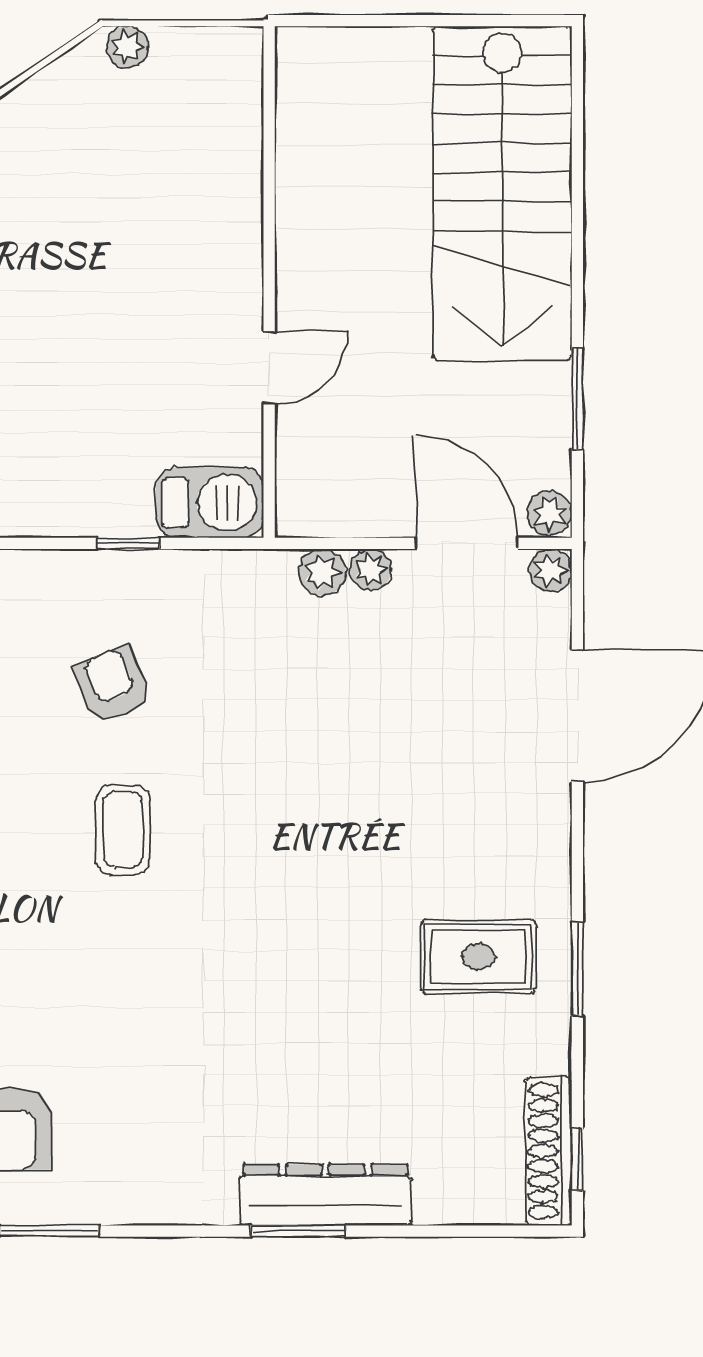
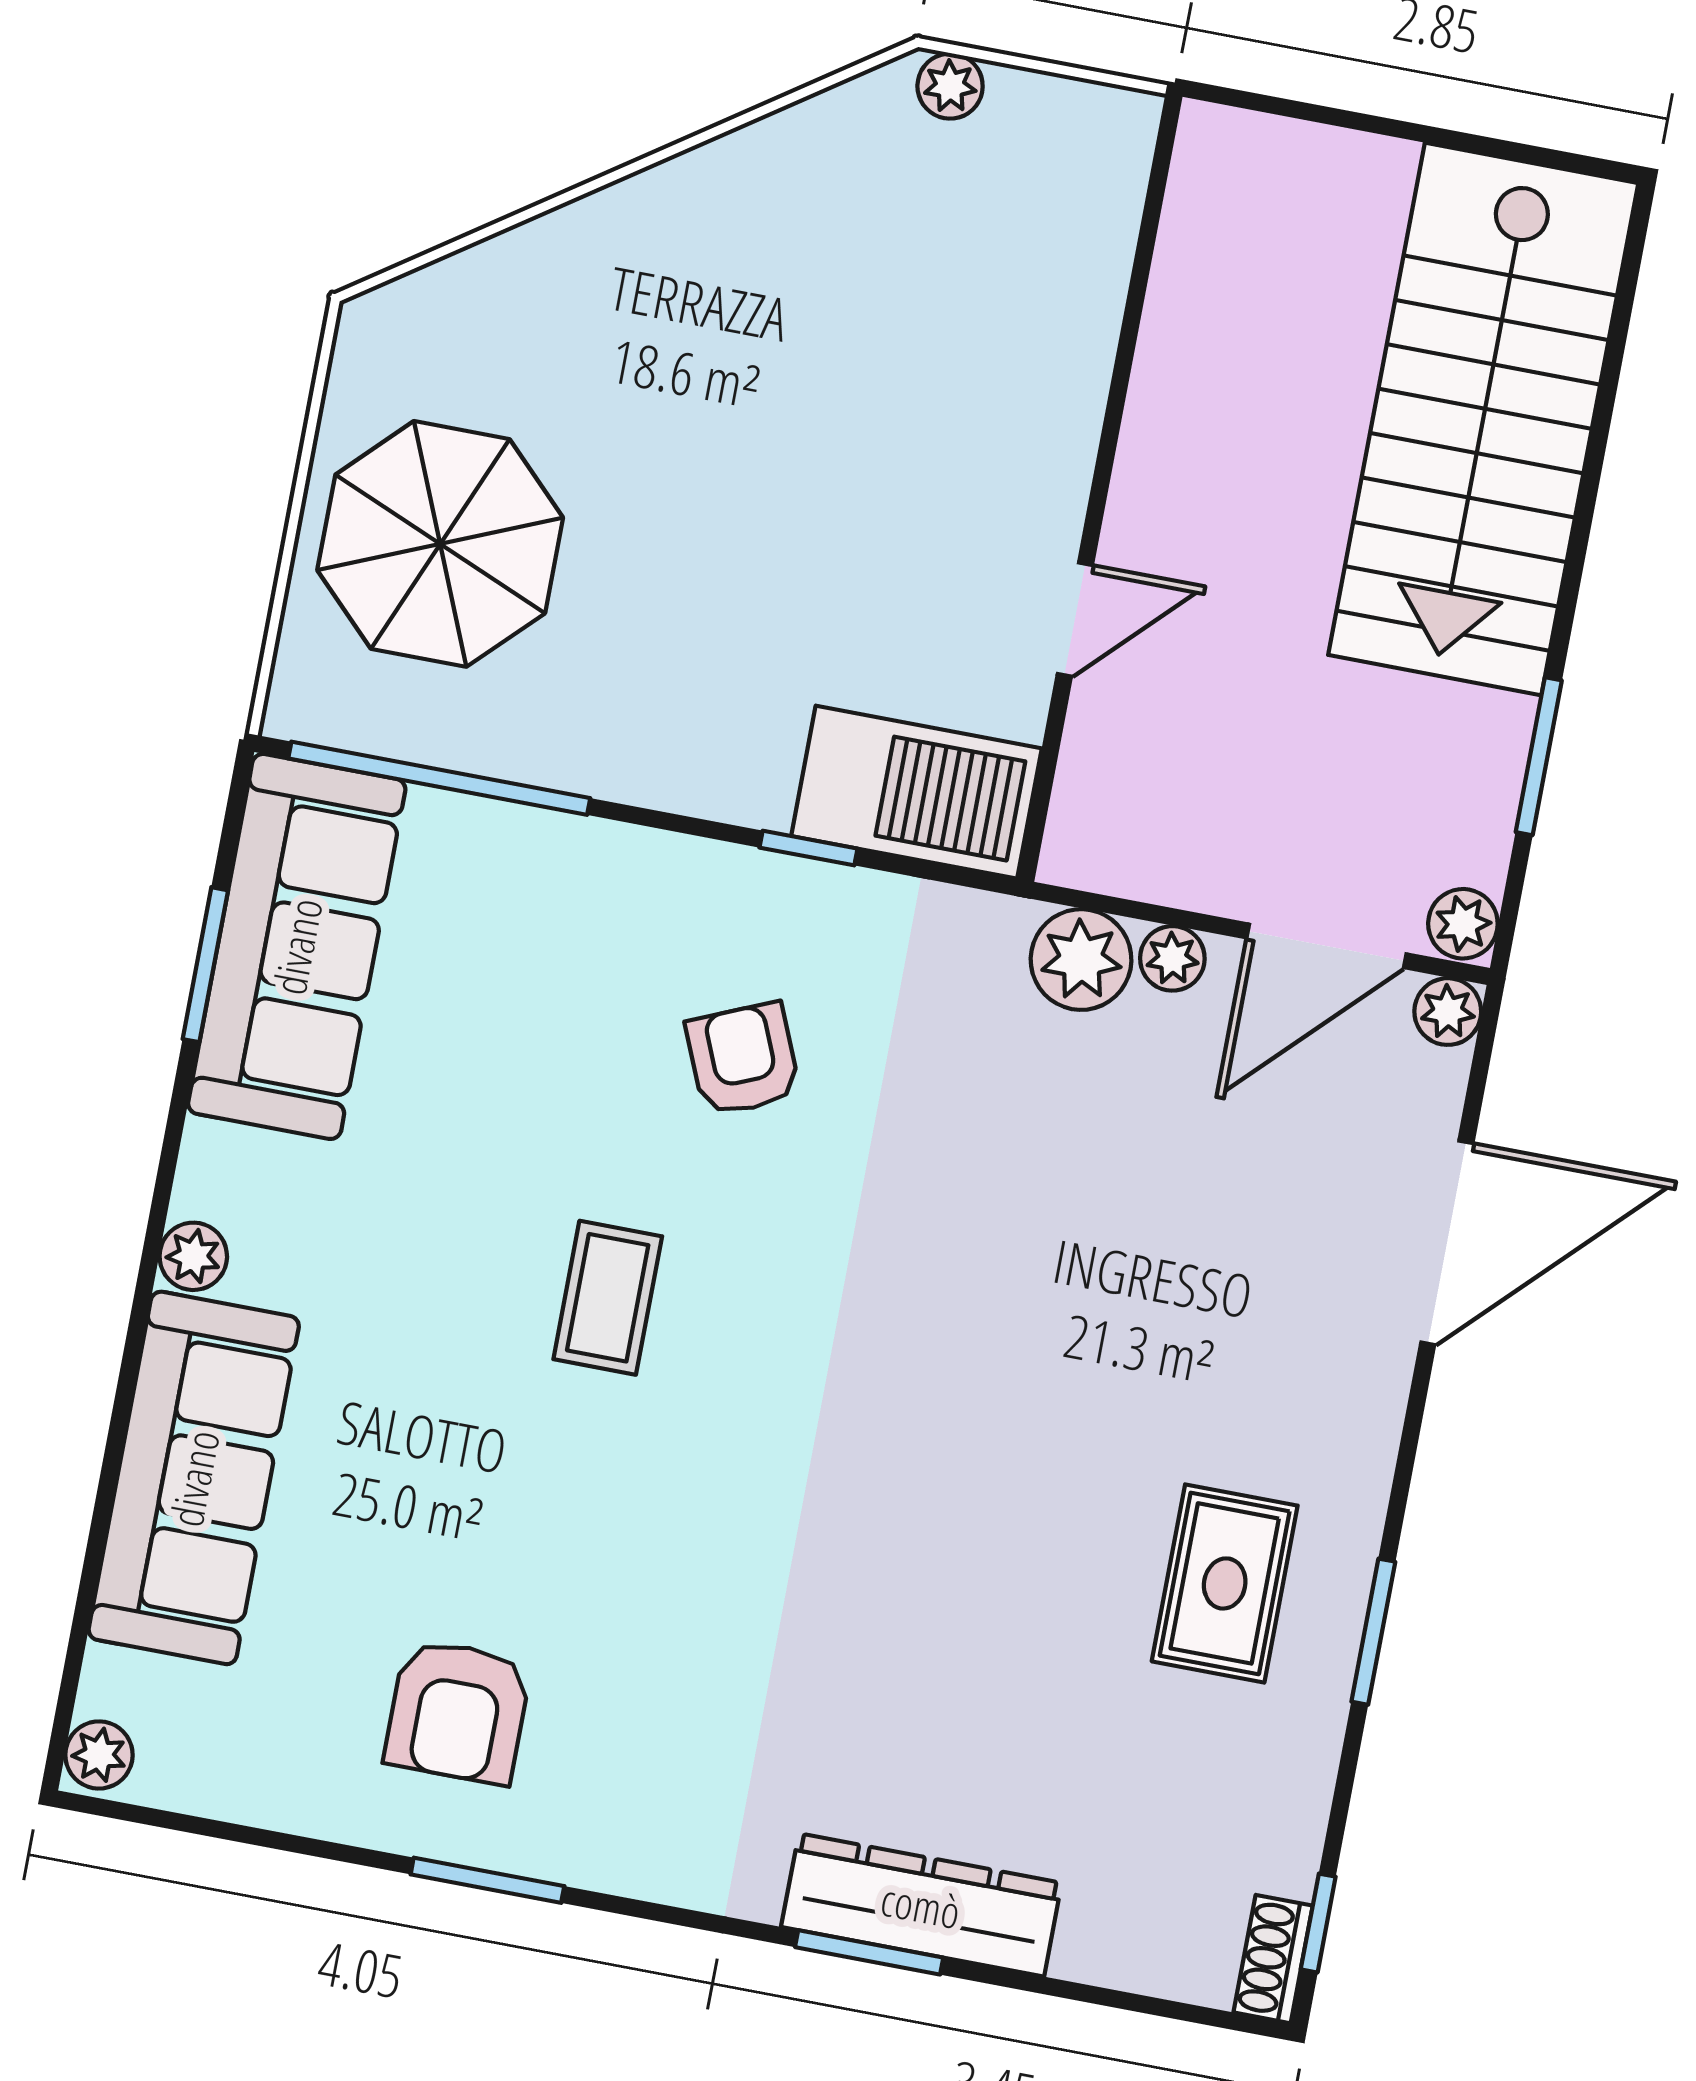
barbecue: (210, 503) -> (916, 792), width x1.37, depth x1.21
door: (466, 543) -> (1326, 946), swing flipped
plant: (322, 572) -> (1081, 960), width x1.38, depth x1.38
coffee table: (123, 830) -> (608, 1298), moved
rug: (478, 957) -> (1225, 1583), turned 90
shoe rack: (549, 1151) -> (1273, 1959), width x0.51, depth x0.81

